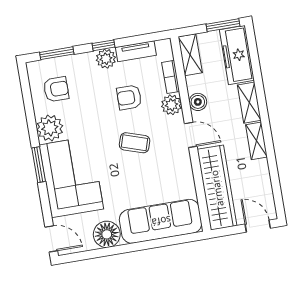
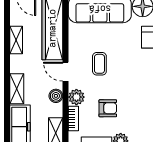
shelving: (256, 141) -> (16, 40), moved
coffee table: (135, 143) -> (99, 64), moved, turned 72

